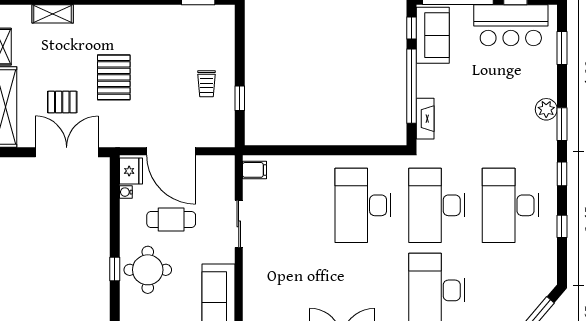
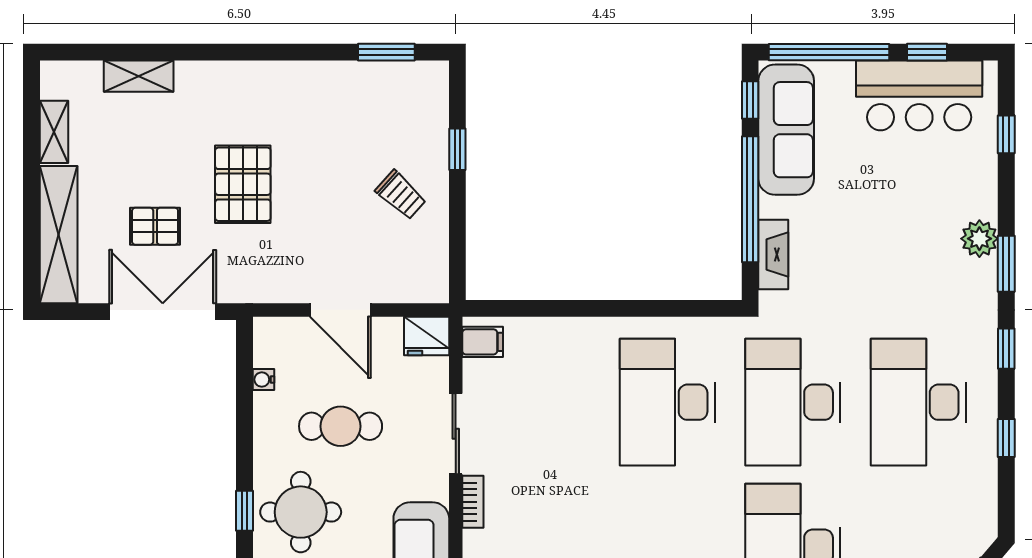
sofa: (433, 35) -> (786, 130), width x1.36
window: (562, 48) -> (1006, 134), width x0.67
trolley: (207, 84) -> (401, 195), turned -48
window: (240, 98) -> (457, 149), moved
door: (171, 151) -> (340, 310), width x0.73
fridge: (131, 171) -> (427, 336), moved, turned 90
bookcase: (249, 264) -> (473, 502), added

